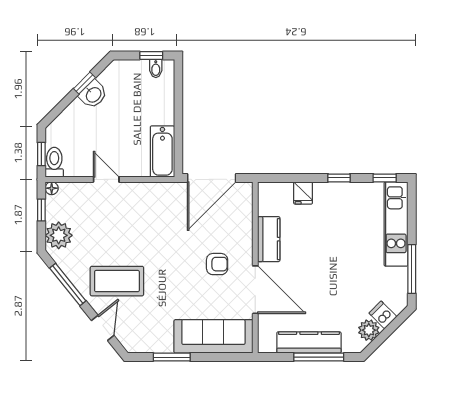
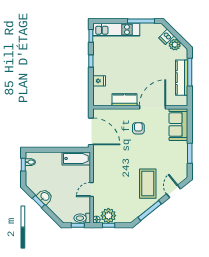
plant: (59, 235) -> (108, 216), moved
door: (103, 328) -> (174, 191), hinge flipped
sofa: (213, 336) -> (178, 125), width x0.73

